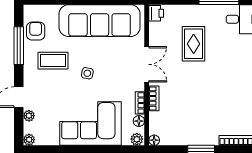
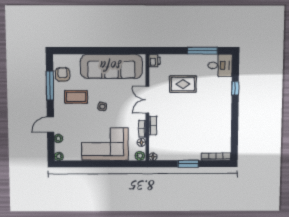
rug: (194, 44) -> (183, 84), turned 90
double door: (147, 64) -> (147, 100), swing flipped

